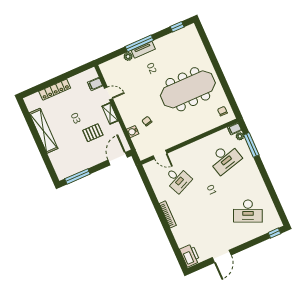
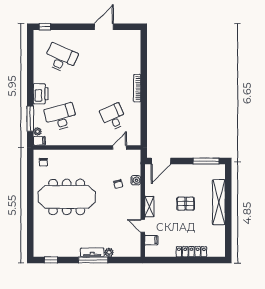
shelving: (44, 131) -> (219, 202), moved
pallet: (93, 133) -> (186, 204), moved
door: (160, 154) -> (120, 147), hinge flipped
printer: (190, 255) -> (41, 94), moved, turned 180

